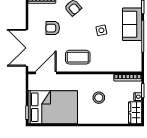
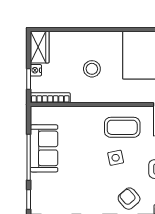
sofa: (132, 24) -> (44, 148), moved
side table: (101, 30) -> (116, 158), moved

